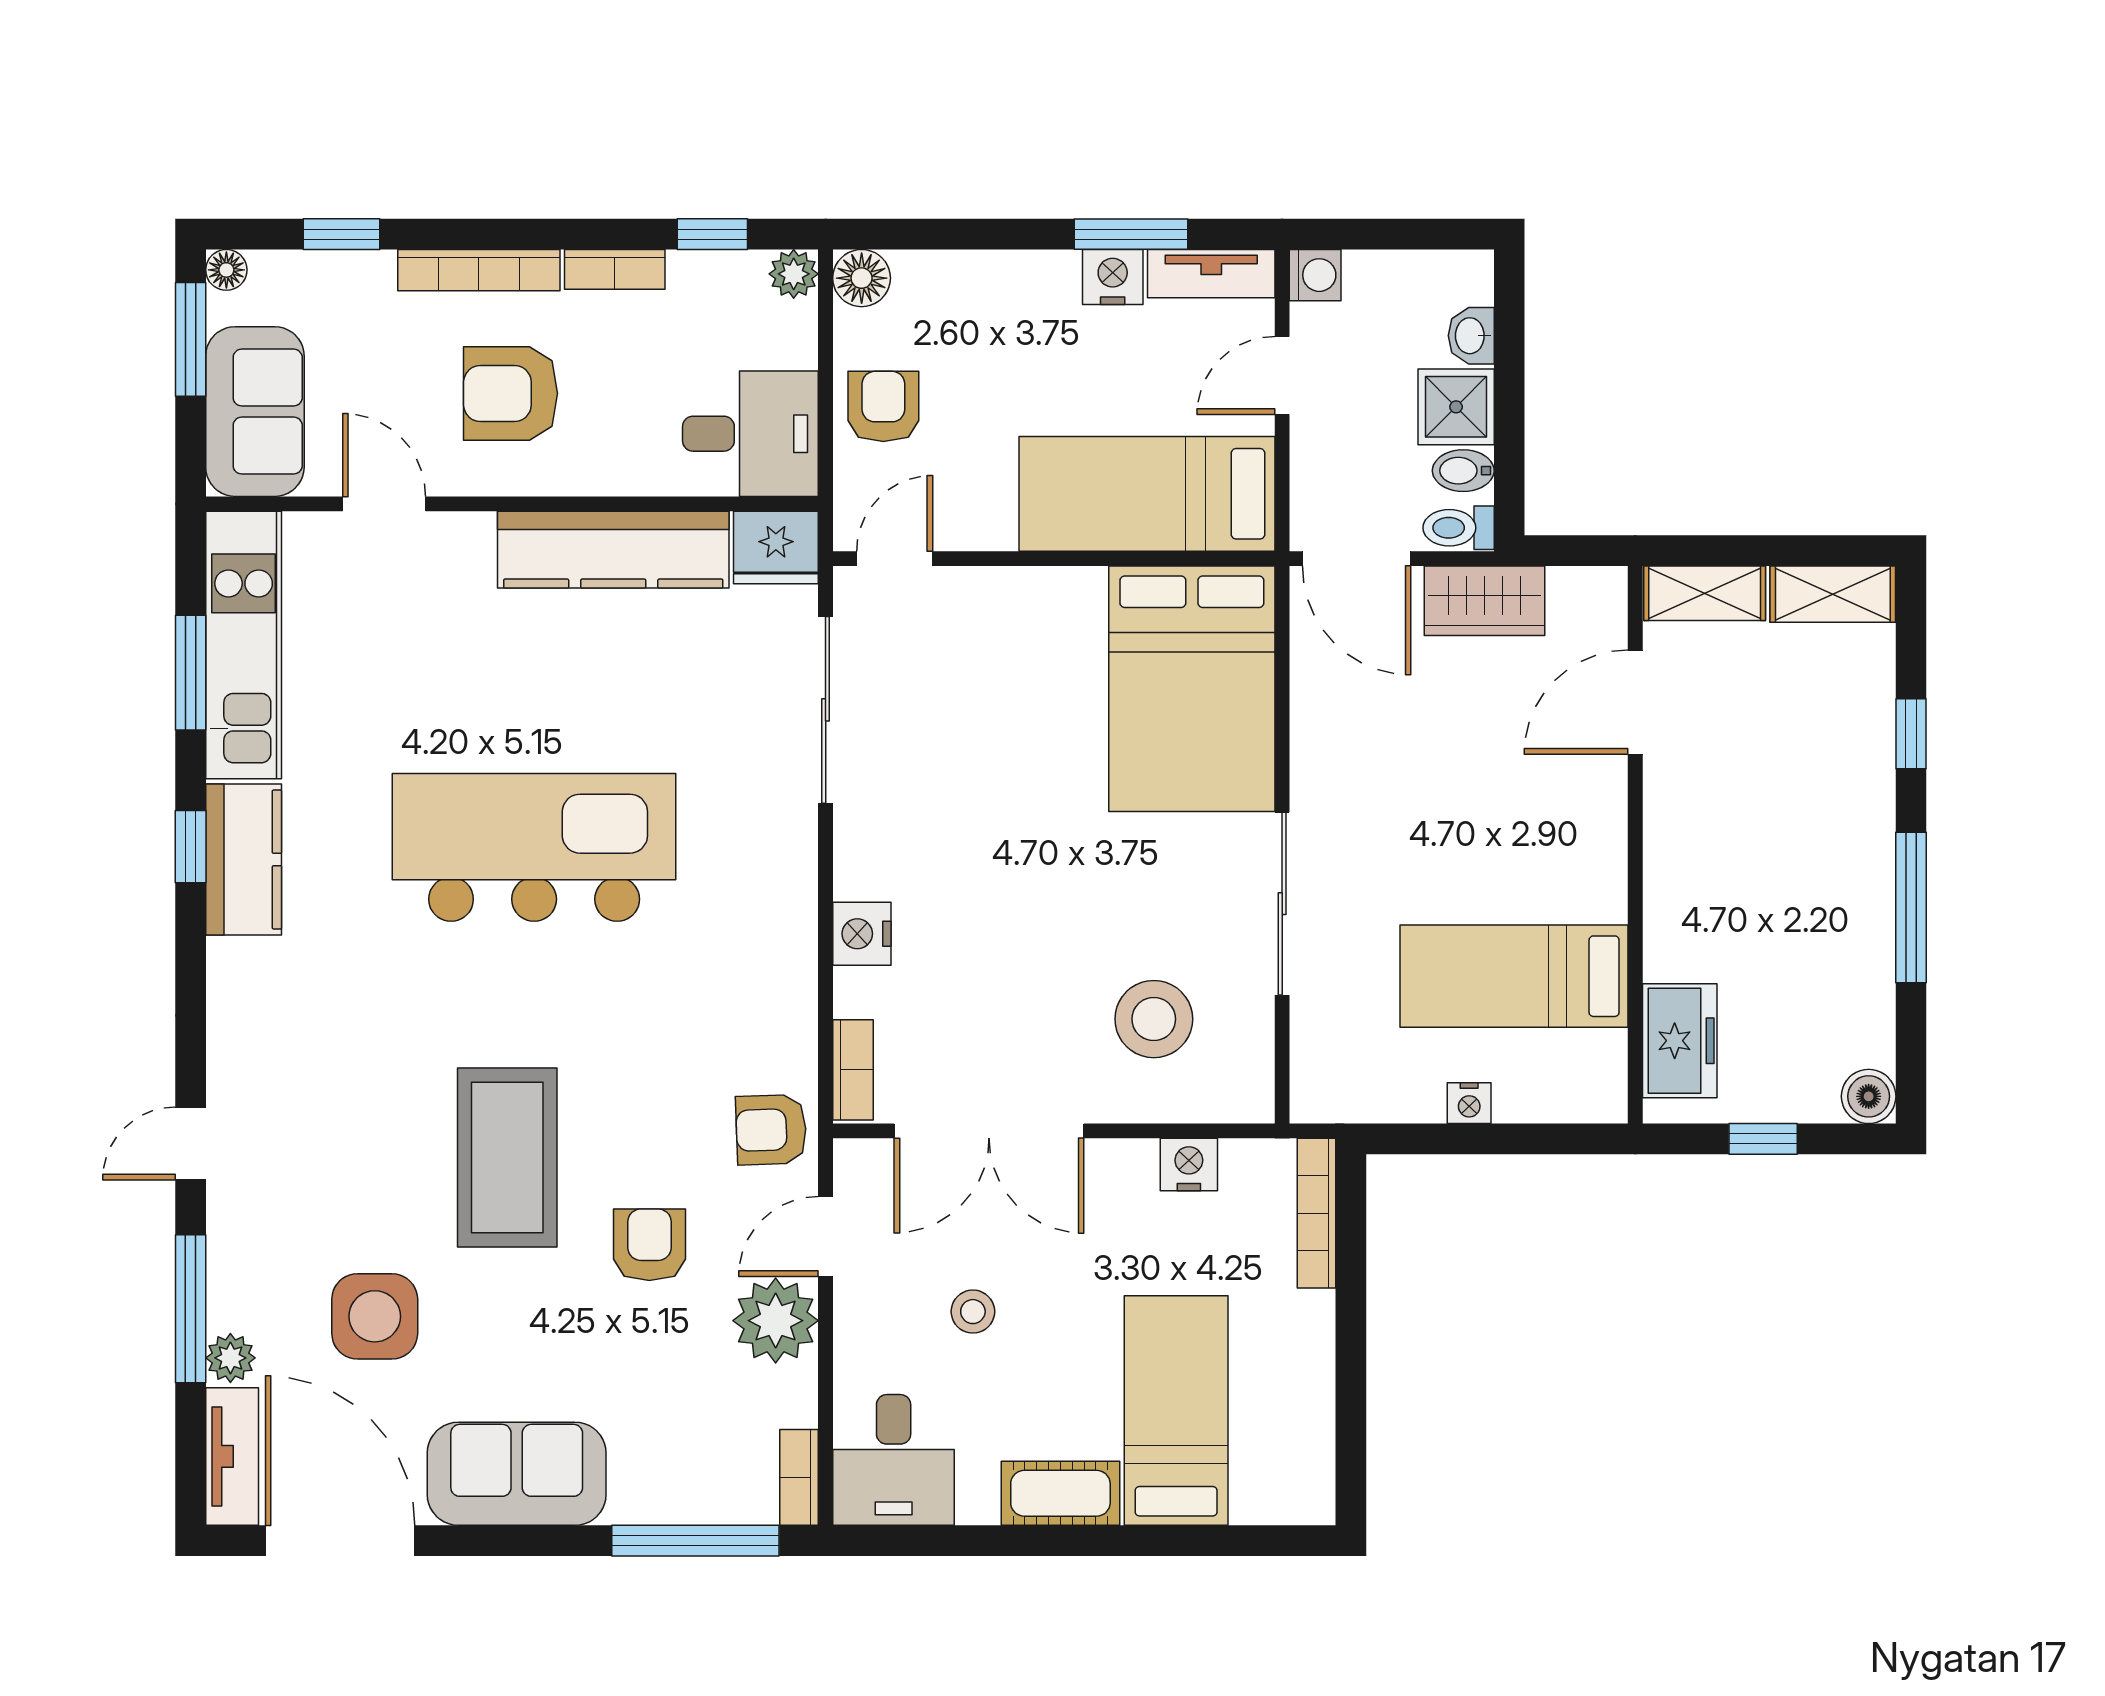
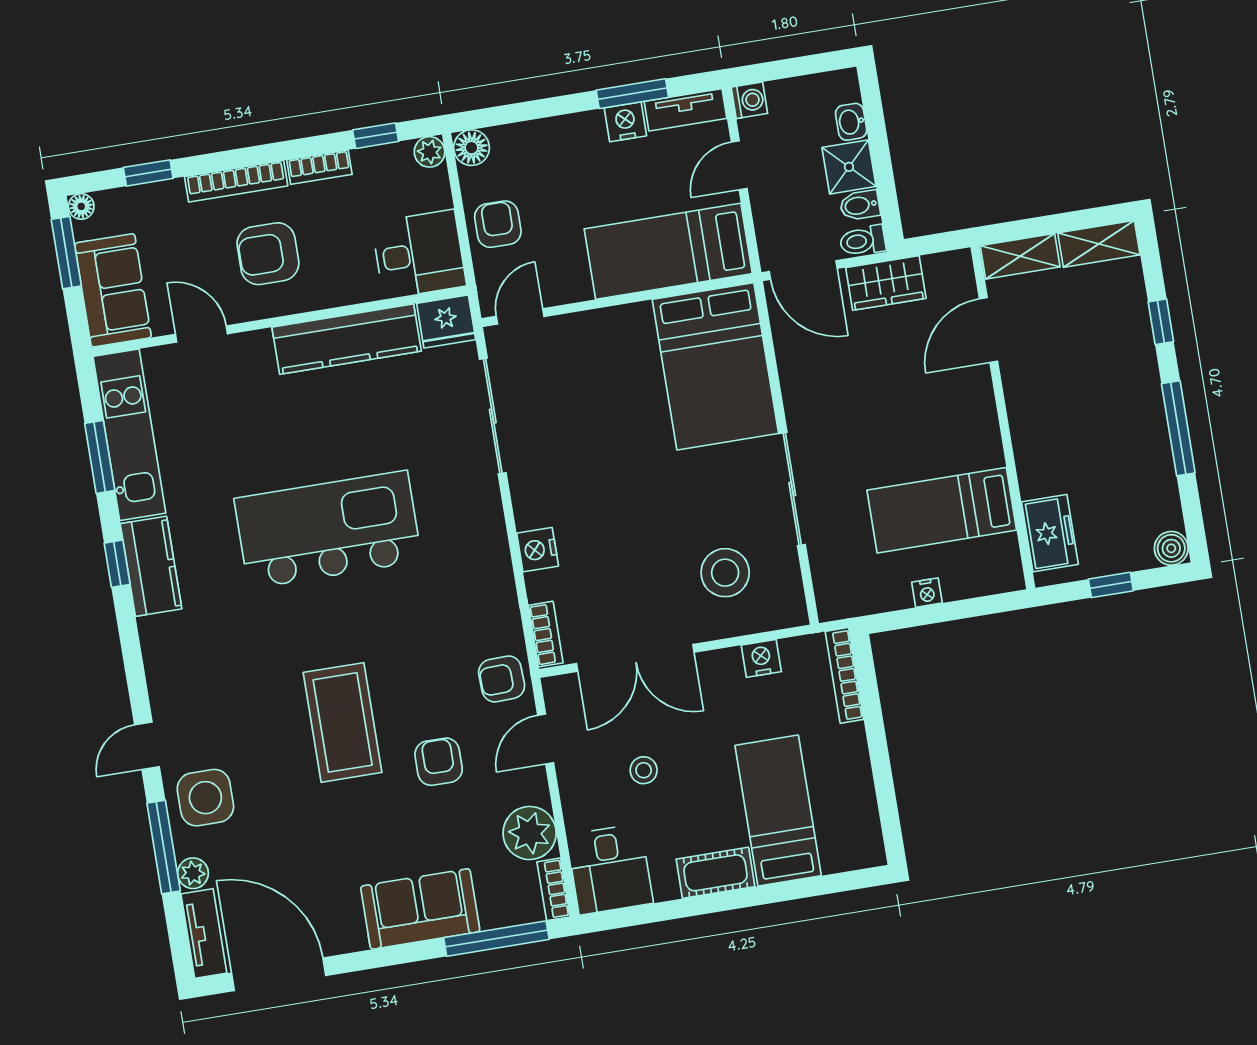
side table: (375, 1316) -> (205, 798), moved
plant: (776, 1321) -> (530, 833), moved
sofa: (517, 1474) -> (420, 909), moved

